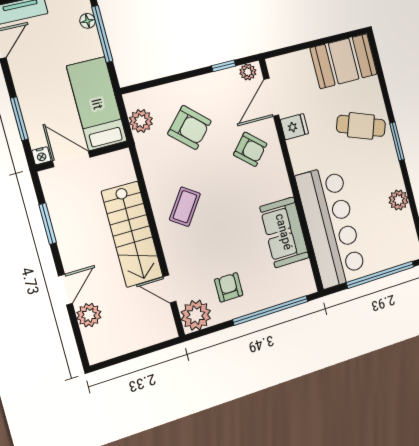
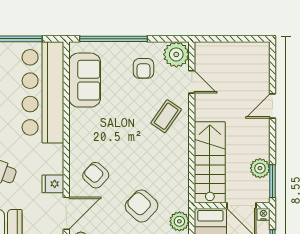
coffee table: (185, 207) -> (166, 116), moved
window: (48, 224) -> (272, 181), moved
sofa: (284, 232) -> (85, 80), moved
stairs: (132, 234) -> (210, 162), moved
plant: (89, 315) -> (260, 168), moved

